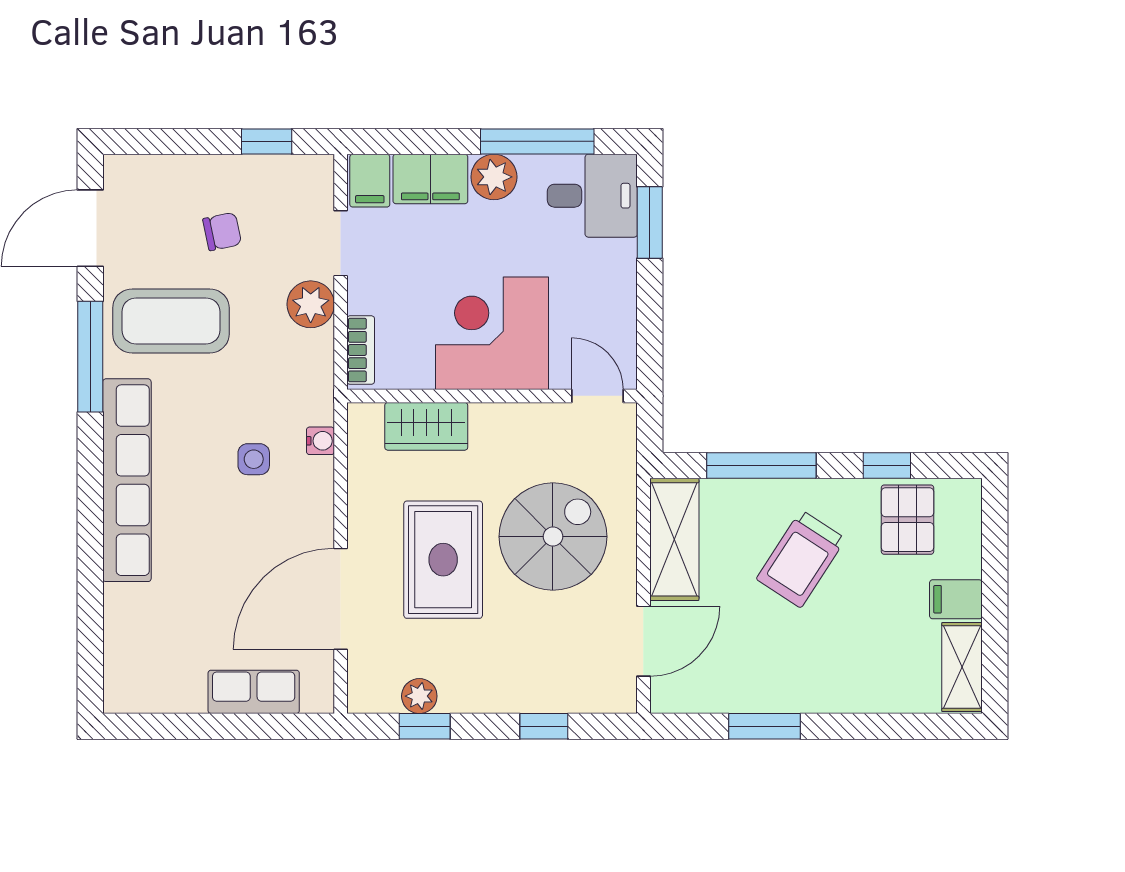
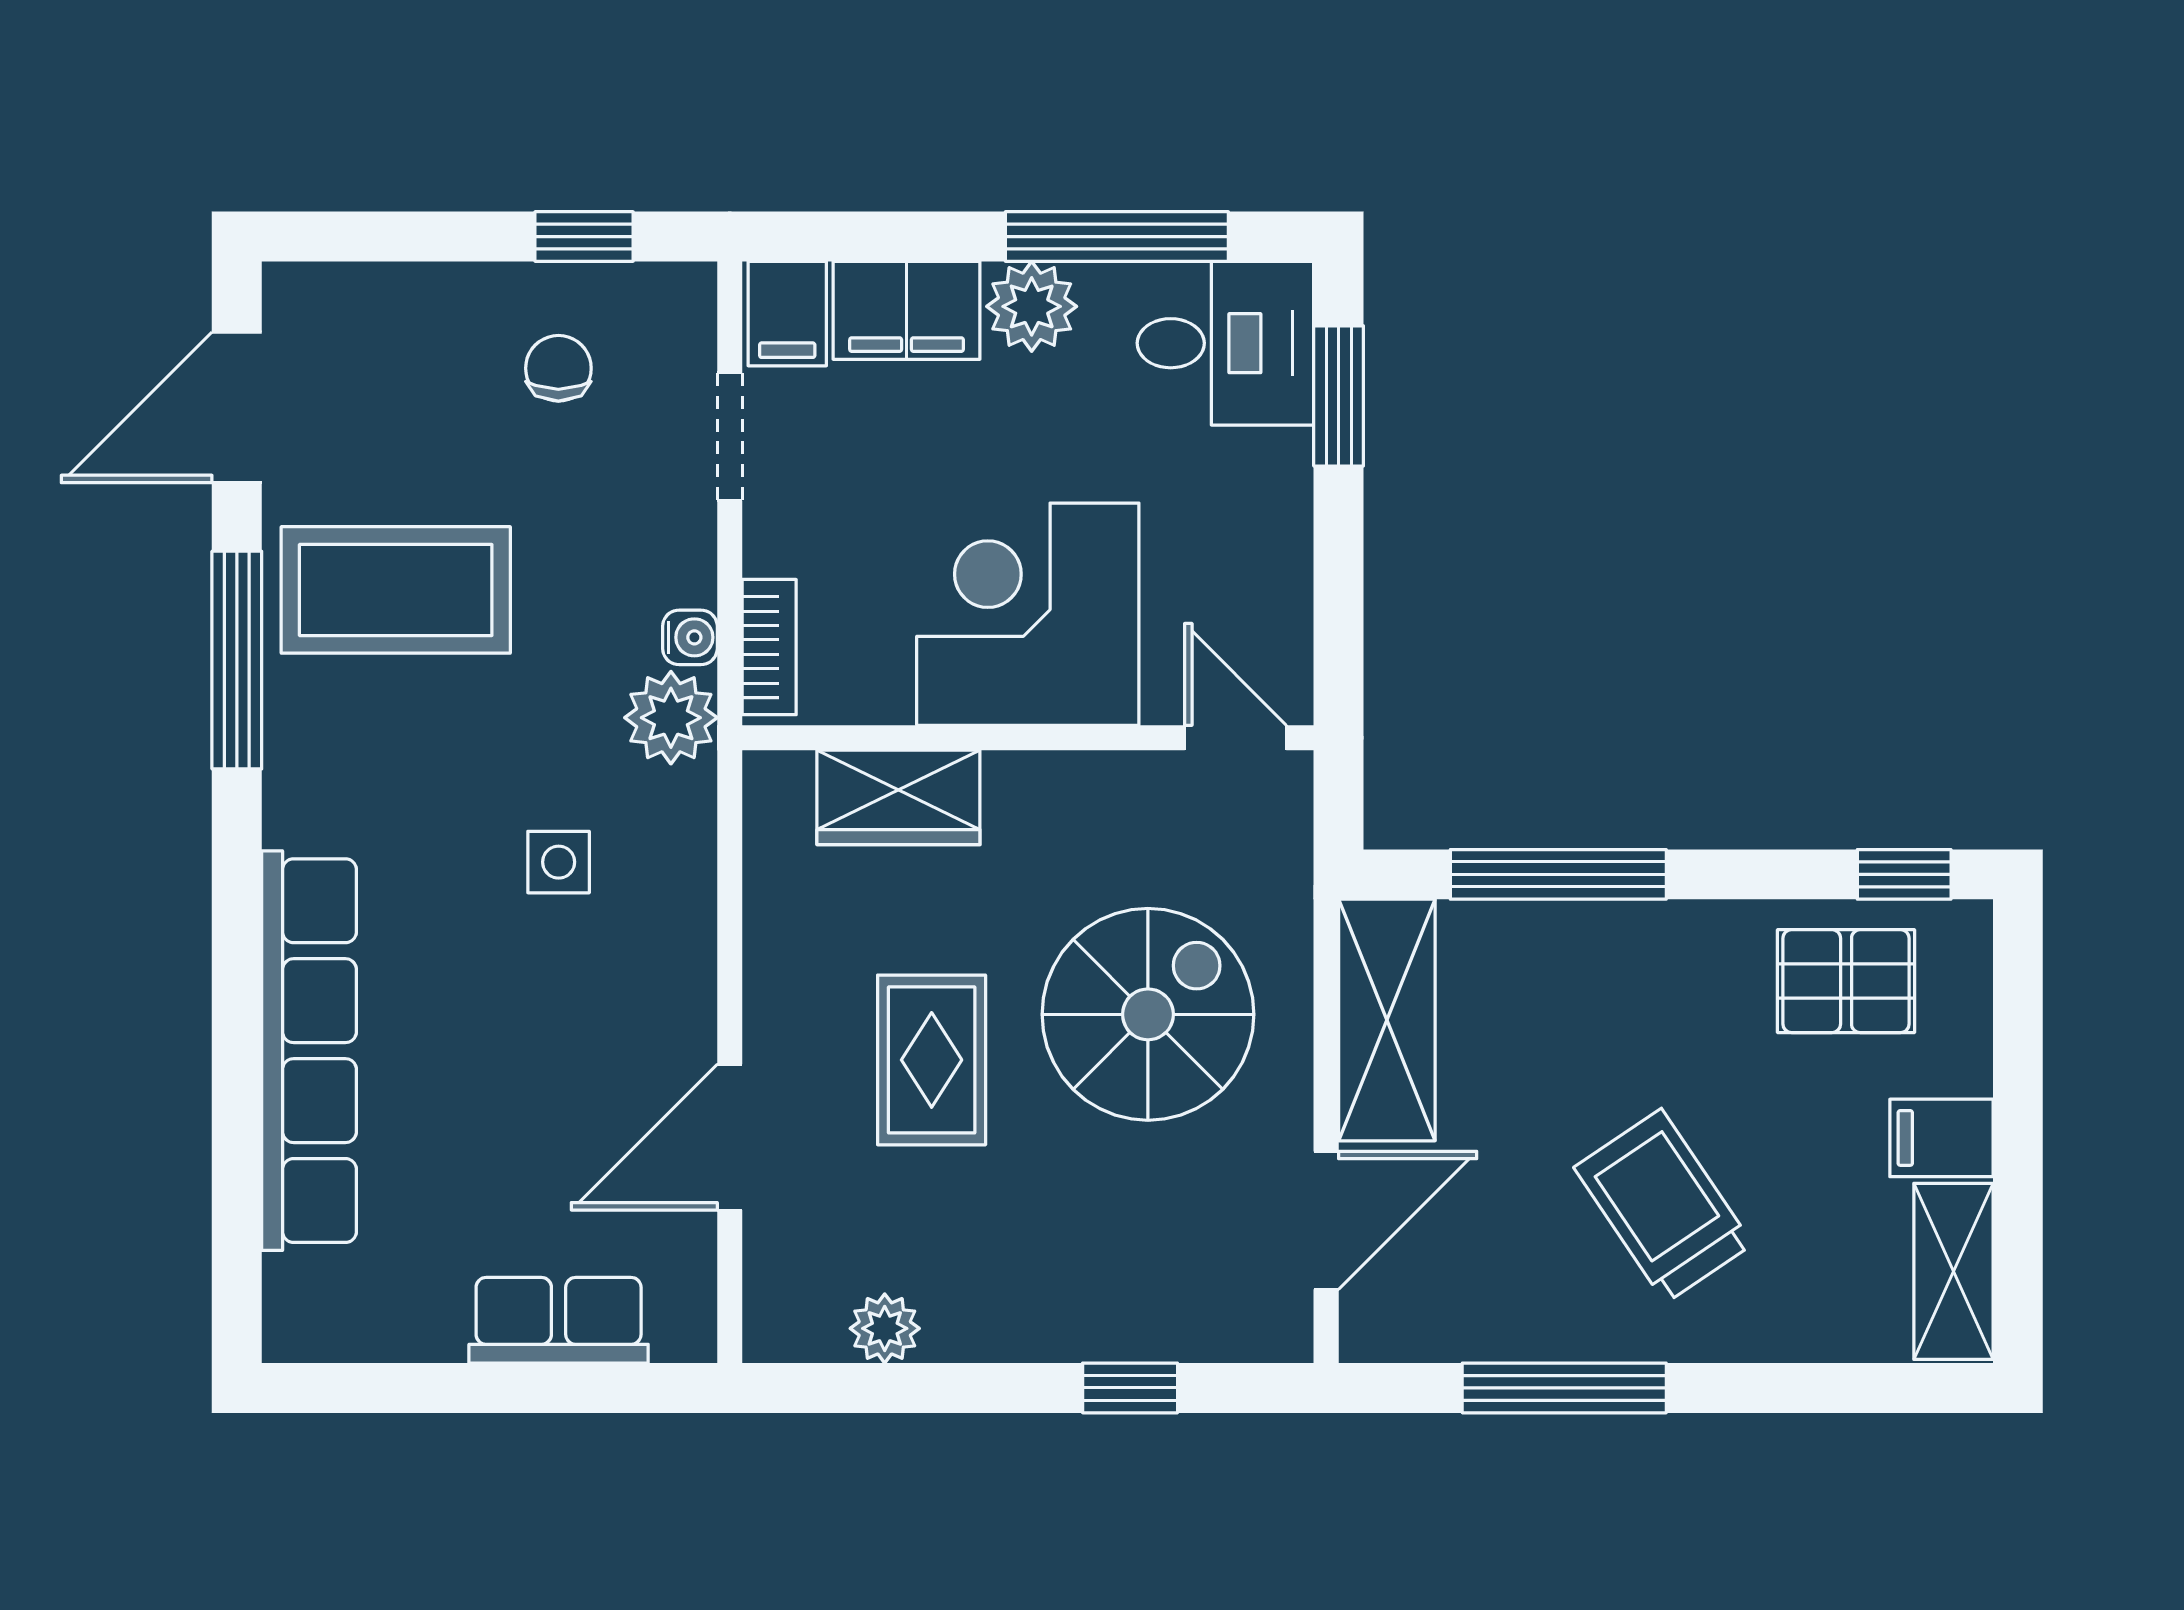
chair: (222, 231) -> (558, 368), moved, turned -78
plant: (311, 304) -> (671, 718), moved
water cooler: (320, 441) -> (690, 637), moved
window: (887, 465) -> (1904, 874), moved
row of seats: (127, 480) -> (309, 1051), moved
pallet: (908, 520) -> (1846, 981), turned 90
trolley: (801, 559) -> (1663, 1206), moved, turned 113
rug: (443, 560) -> (932, 1060), width x0.73, depth x0.70
door: (341, 599) -> (730, 1137), width x0.73
window: (425, 726) -> (895, 1388), removed
window: (764, 726) -> (1564, 1388), width x1.44

